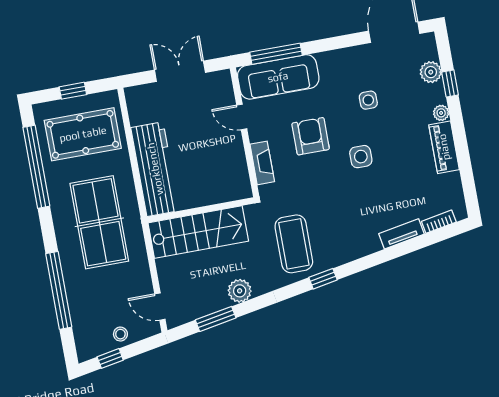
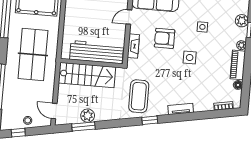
door: (242, 117) -> (129, 17), hinge flipped
armchair: (311, 136) -> (165, 38), turned -90
workbench: (155, 169) -> (97, 52), moved, turned -90
floor lamp: (453, 180) -> (238, 85), added
tv unit: (401, 234) -> (181, 109), moved
plant: (240, 291) -> (88, 116), moved

